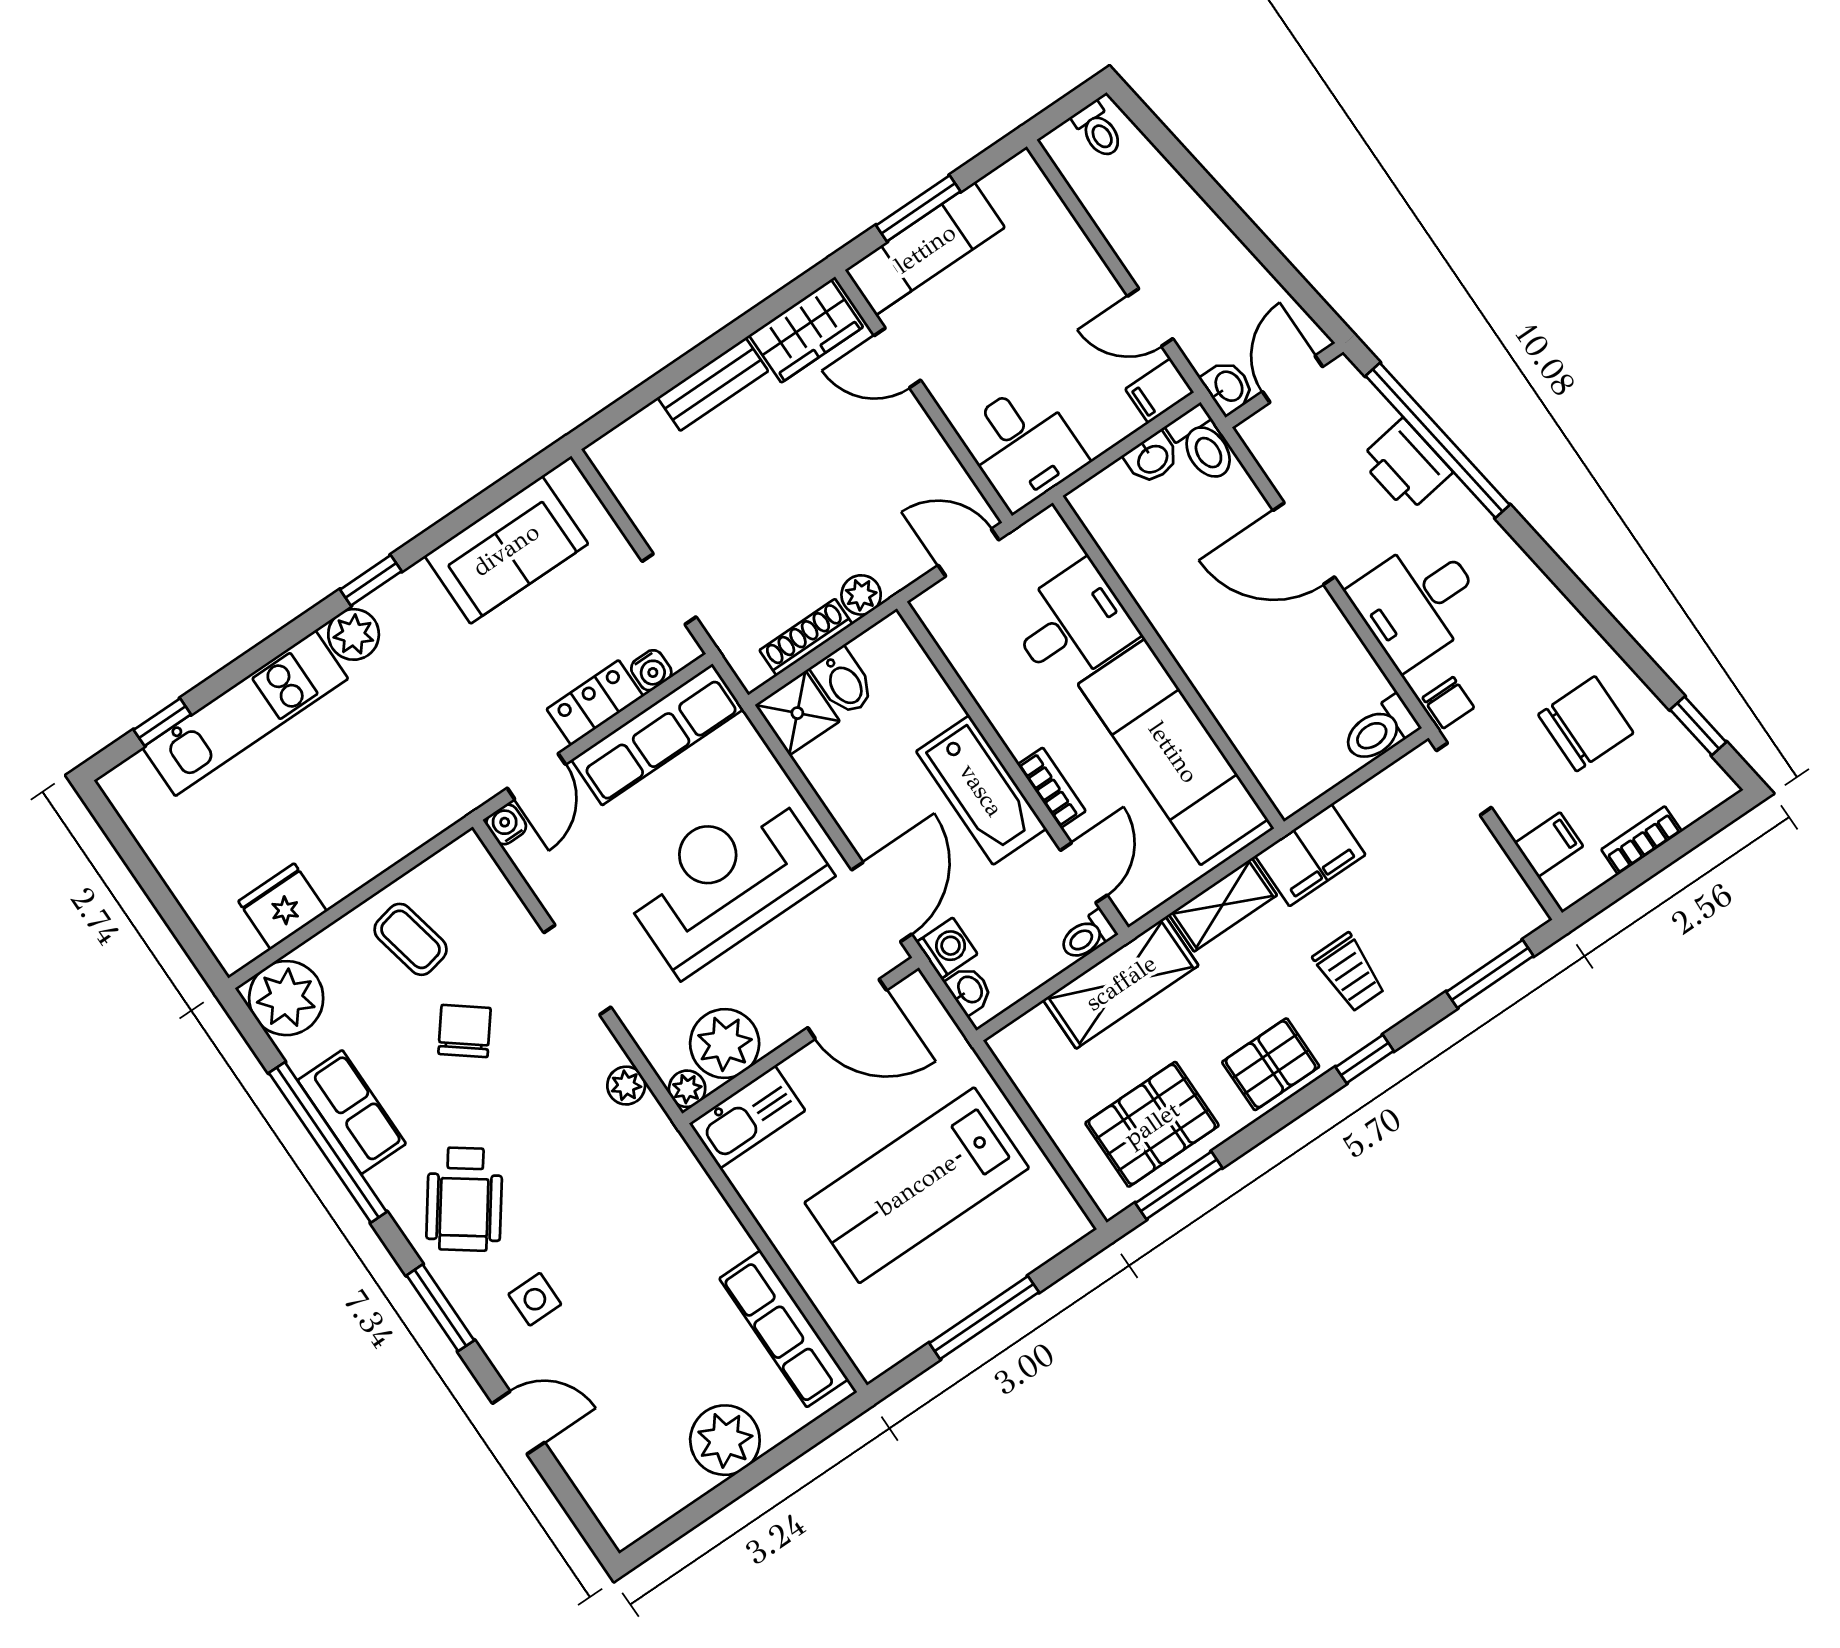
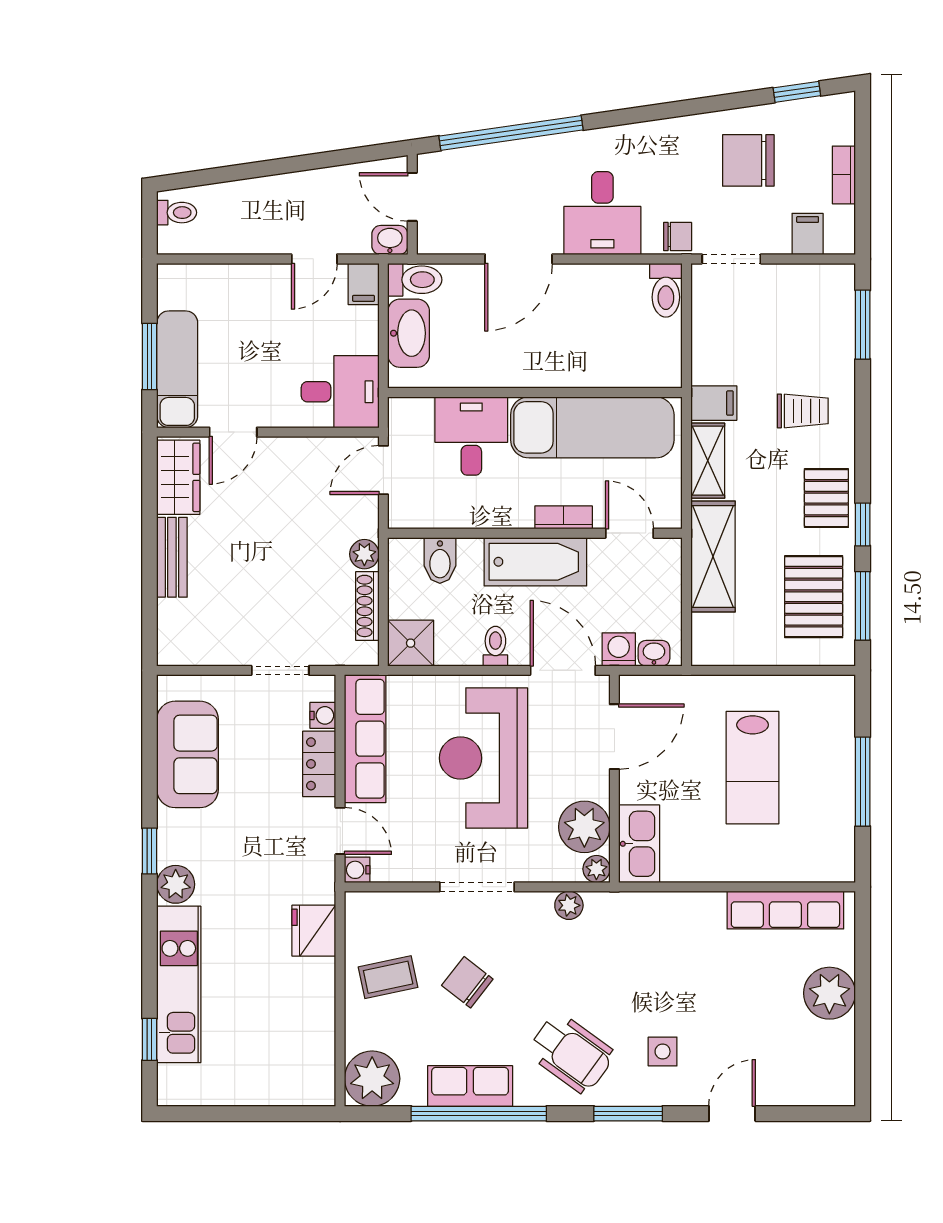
washbasin: (1152, 458) -> (409, 333), width x1.91, depth x1.45
printer: (1406, 465) -> (513, 163), removed
bidet: (843, 682) -> (440, 560), moved, turned 90
chair: (1586, 724) -> (748, 160), turned -90
filing cabinet: (1310, 855) -> (714, 403), width x0.50
fridge: (283, 906) -> (314, 931), moved
toilet: (1087, 936) -> (495, 646), moved, turned 180
window: (1365, 1059) -> (863, 525), moved
lab bench: (917, 1185) -> (753, 768), width x0.73, depth x0.72

